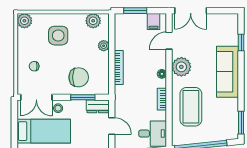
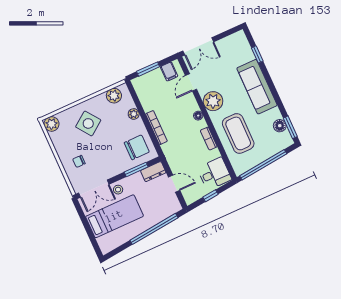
side table: (58, 36) -> (88, 123), turned -36
chair: (79, 77) -> (137, 147), moved
floor lamp: (232, 117) -> (280, 126), added

